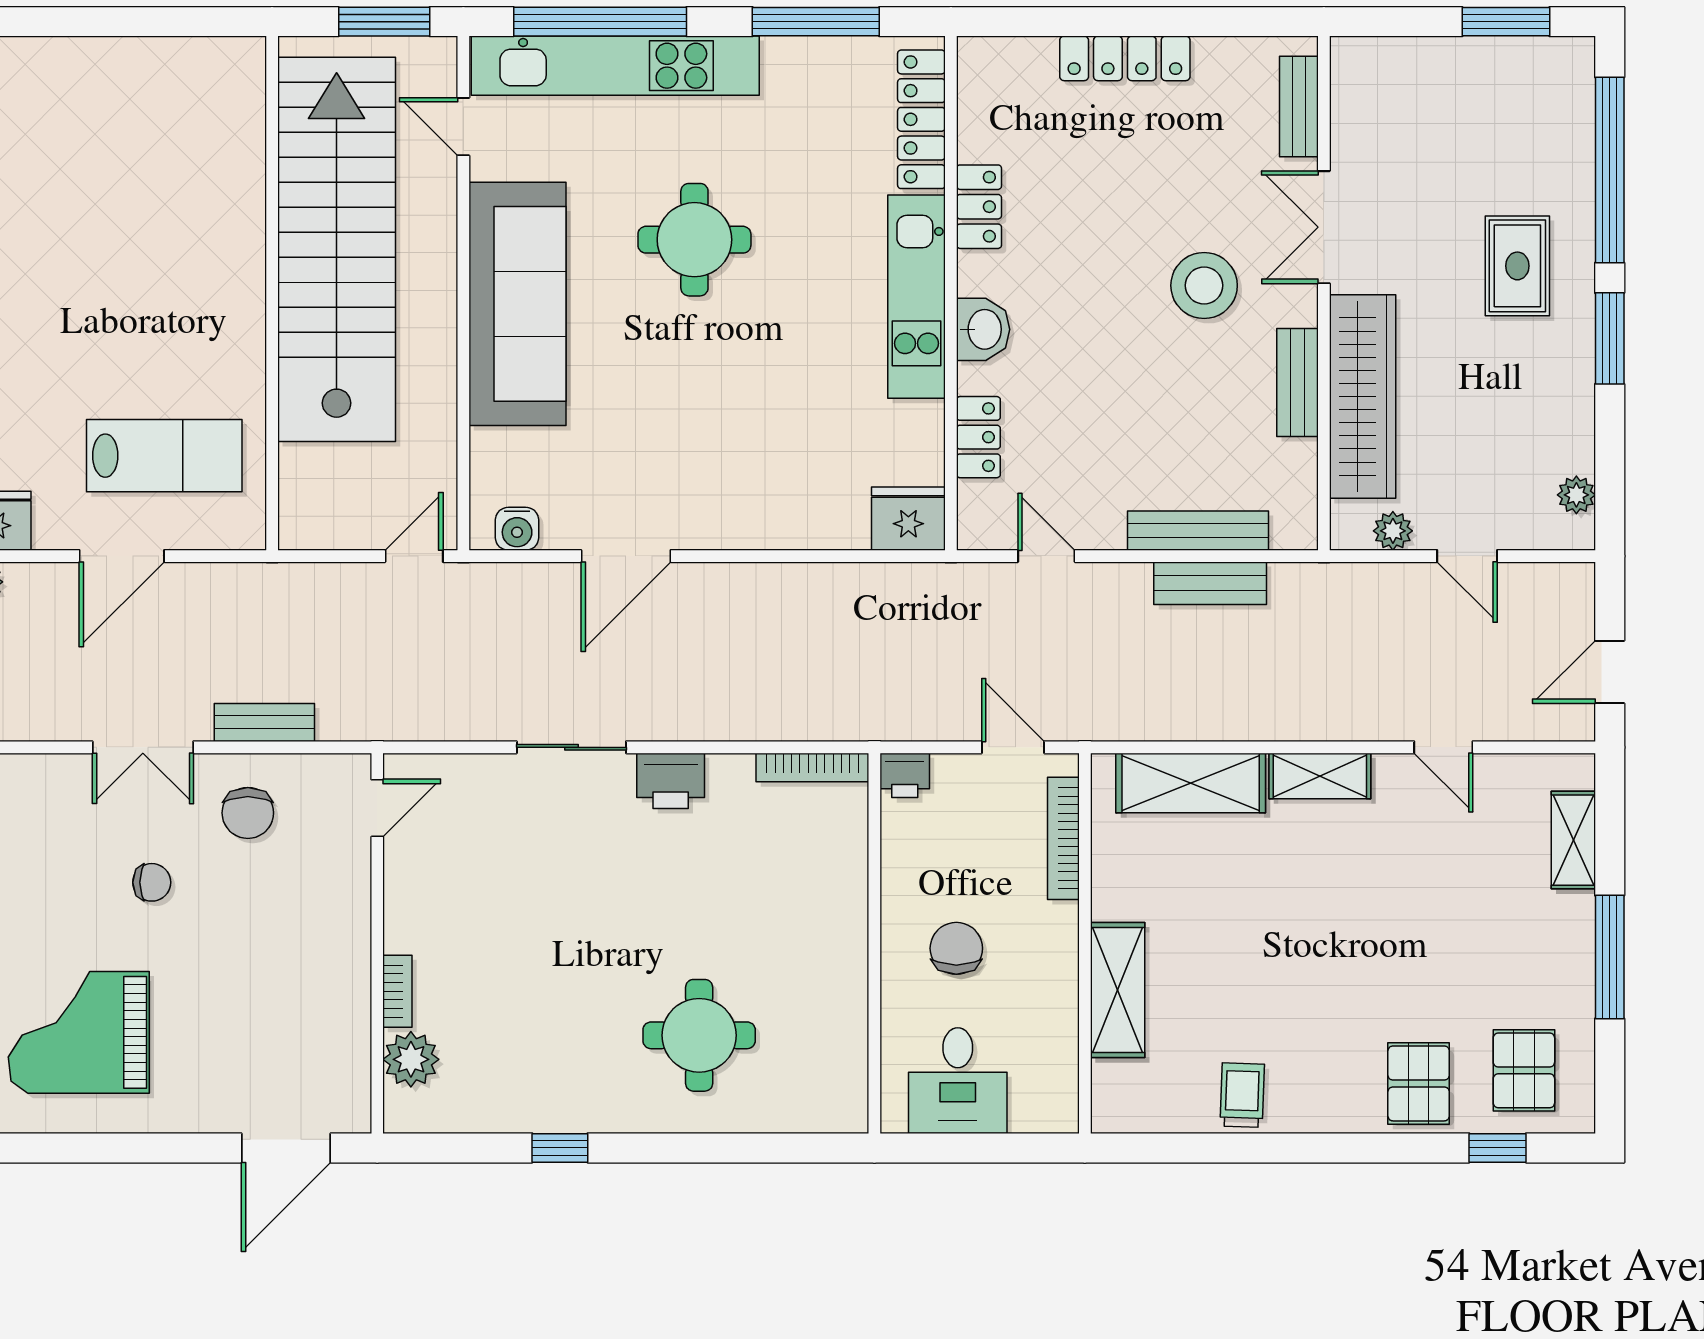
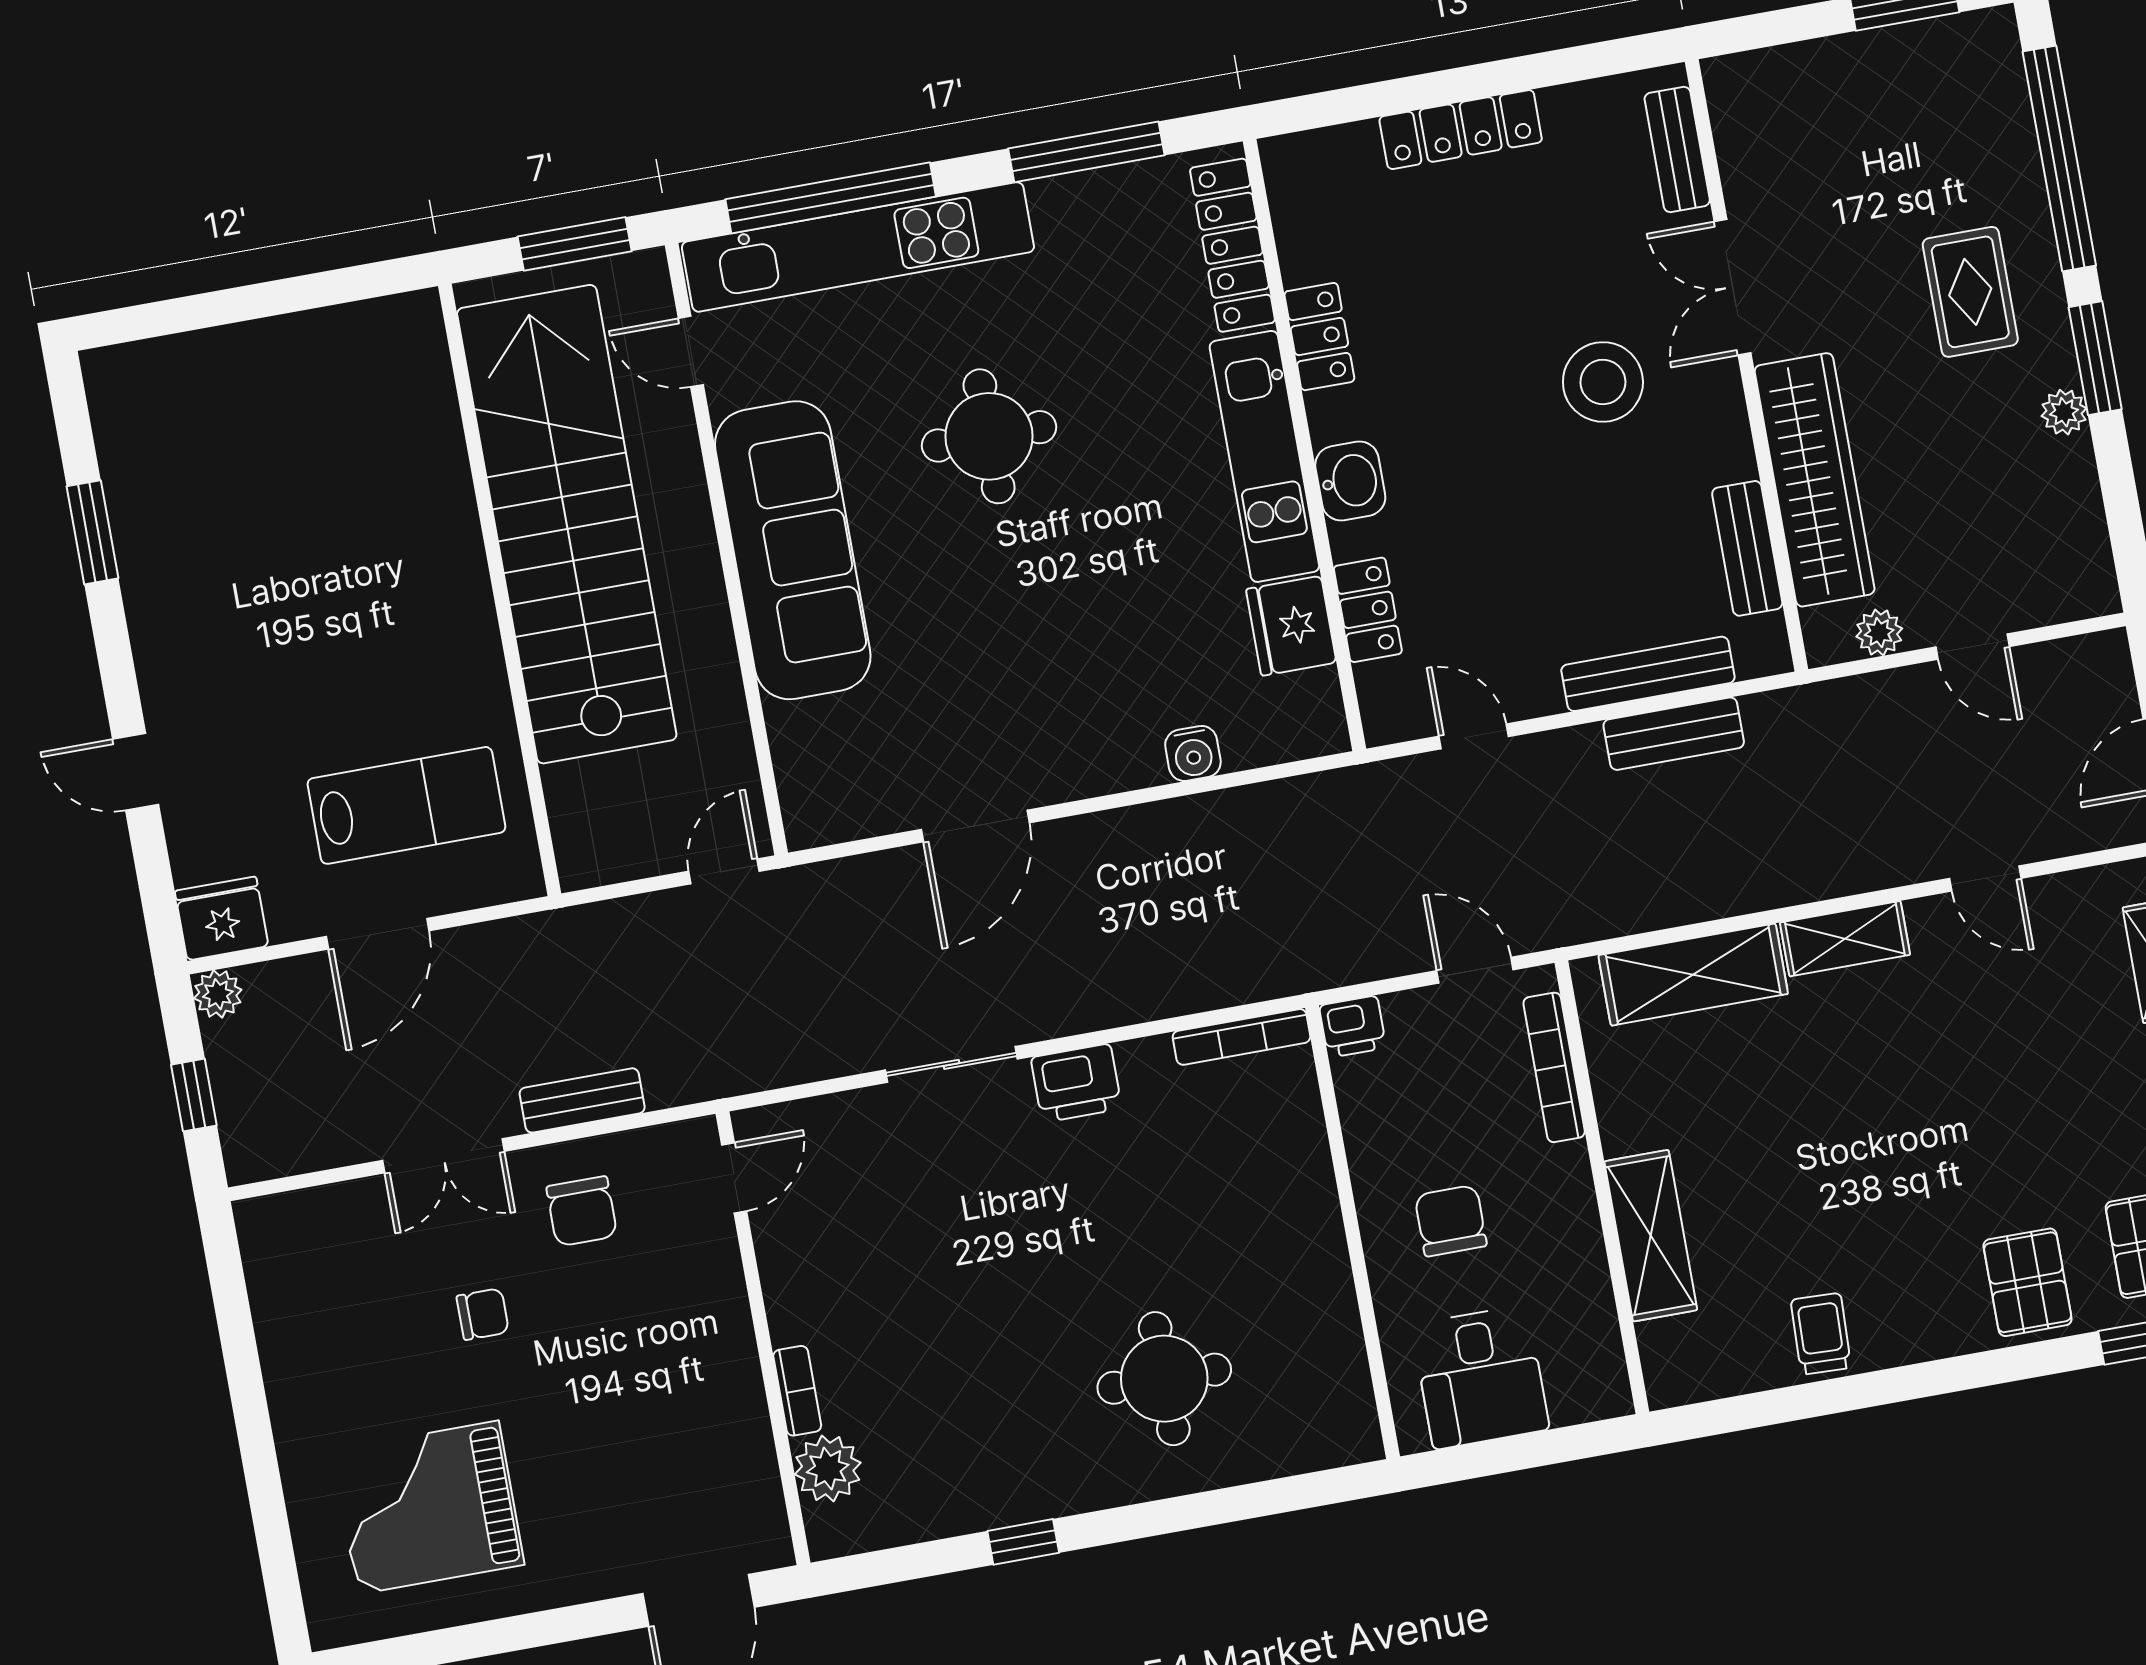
bench: (1297, 382) -> (1747, 548), moved
plant: (1576, 495) -> (2064, 412), moved
fridge: (908, 519) -> (1291, 626), moved, turned -90
water cooler: (517, 529) -> (1193, 753), moved

